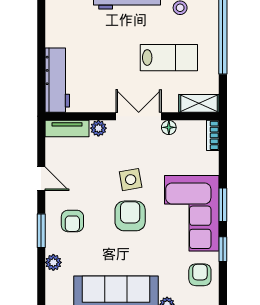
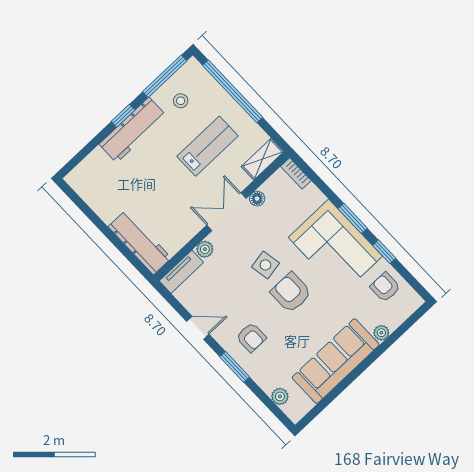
plant: (53, 262) -> (280, 396), moved

